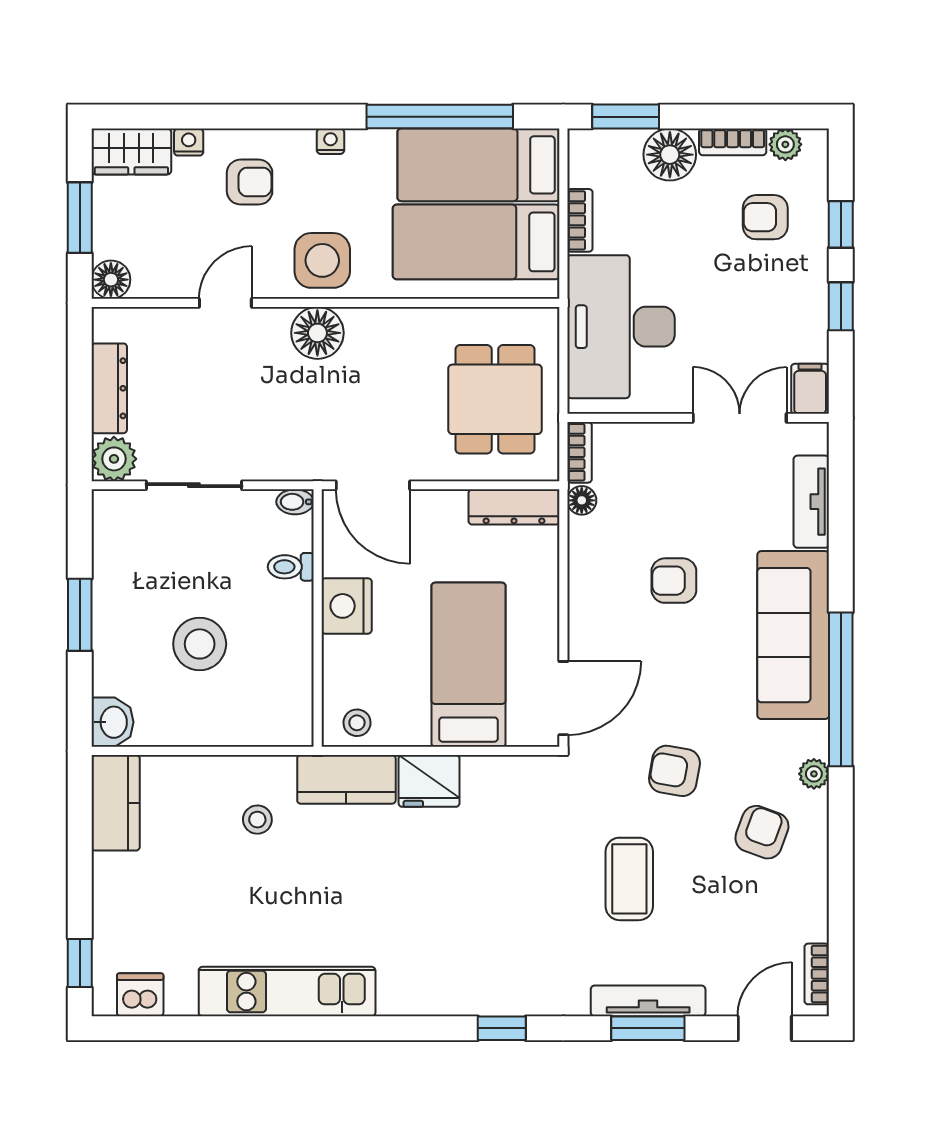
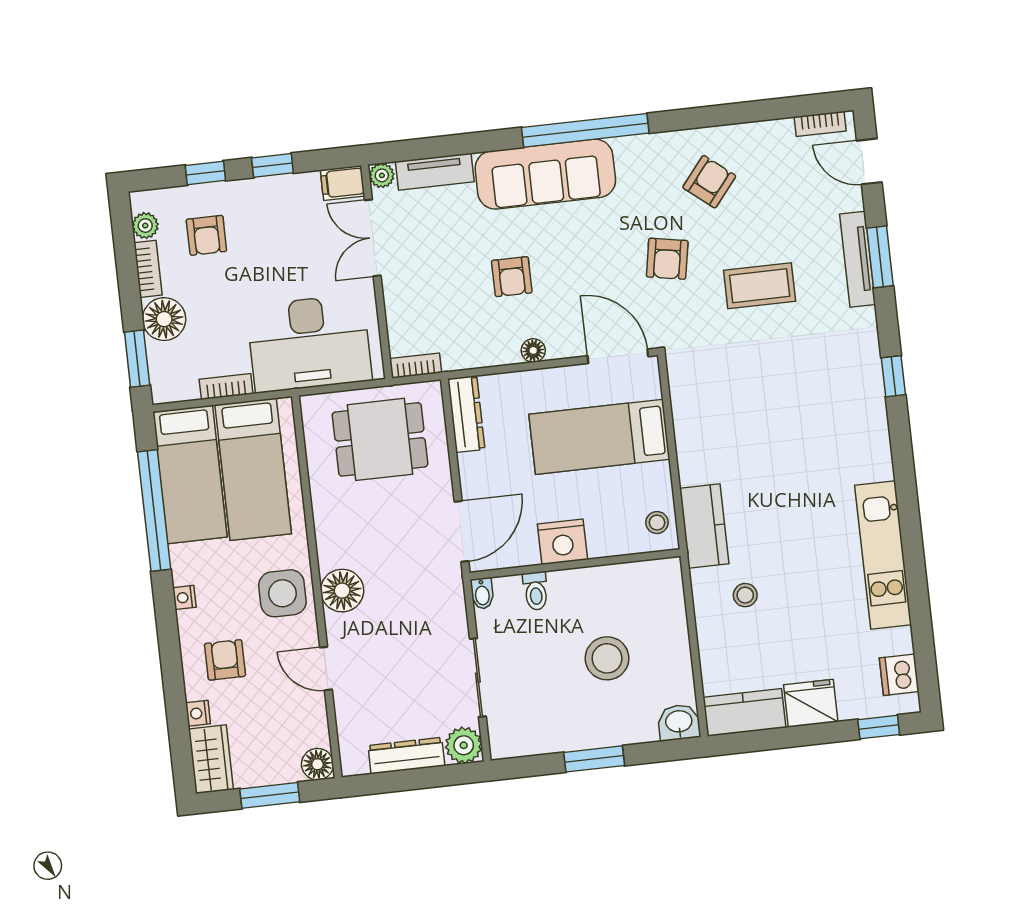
floor lamp: (582, 500) -> (533, 350), moved
plant: (814, 774) -> (382, 175), moved
fridge: (429, 781) -> (811, 703), moved, turned -90
armchair: (762, 832) -> (709, 182), turned 109

